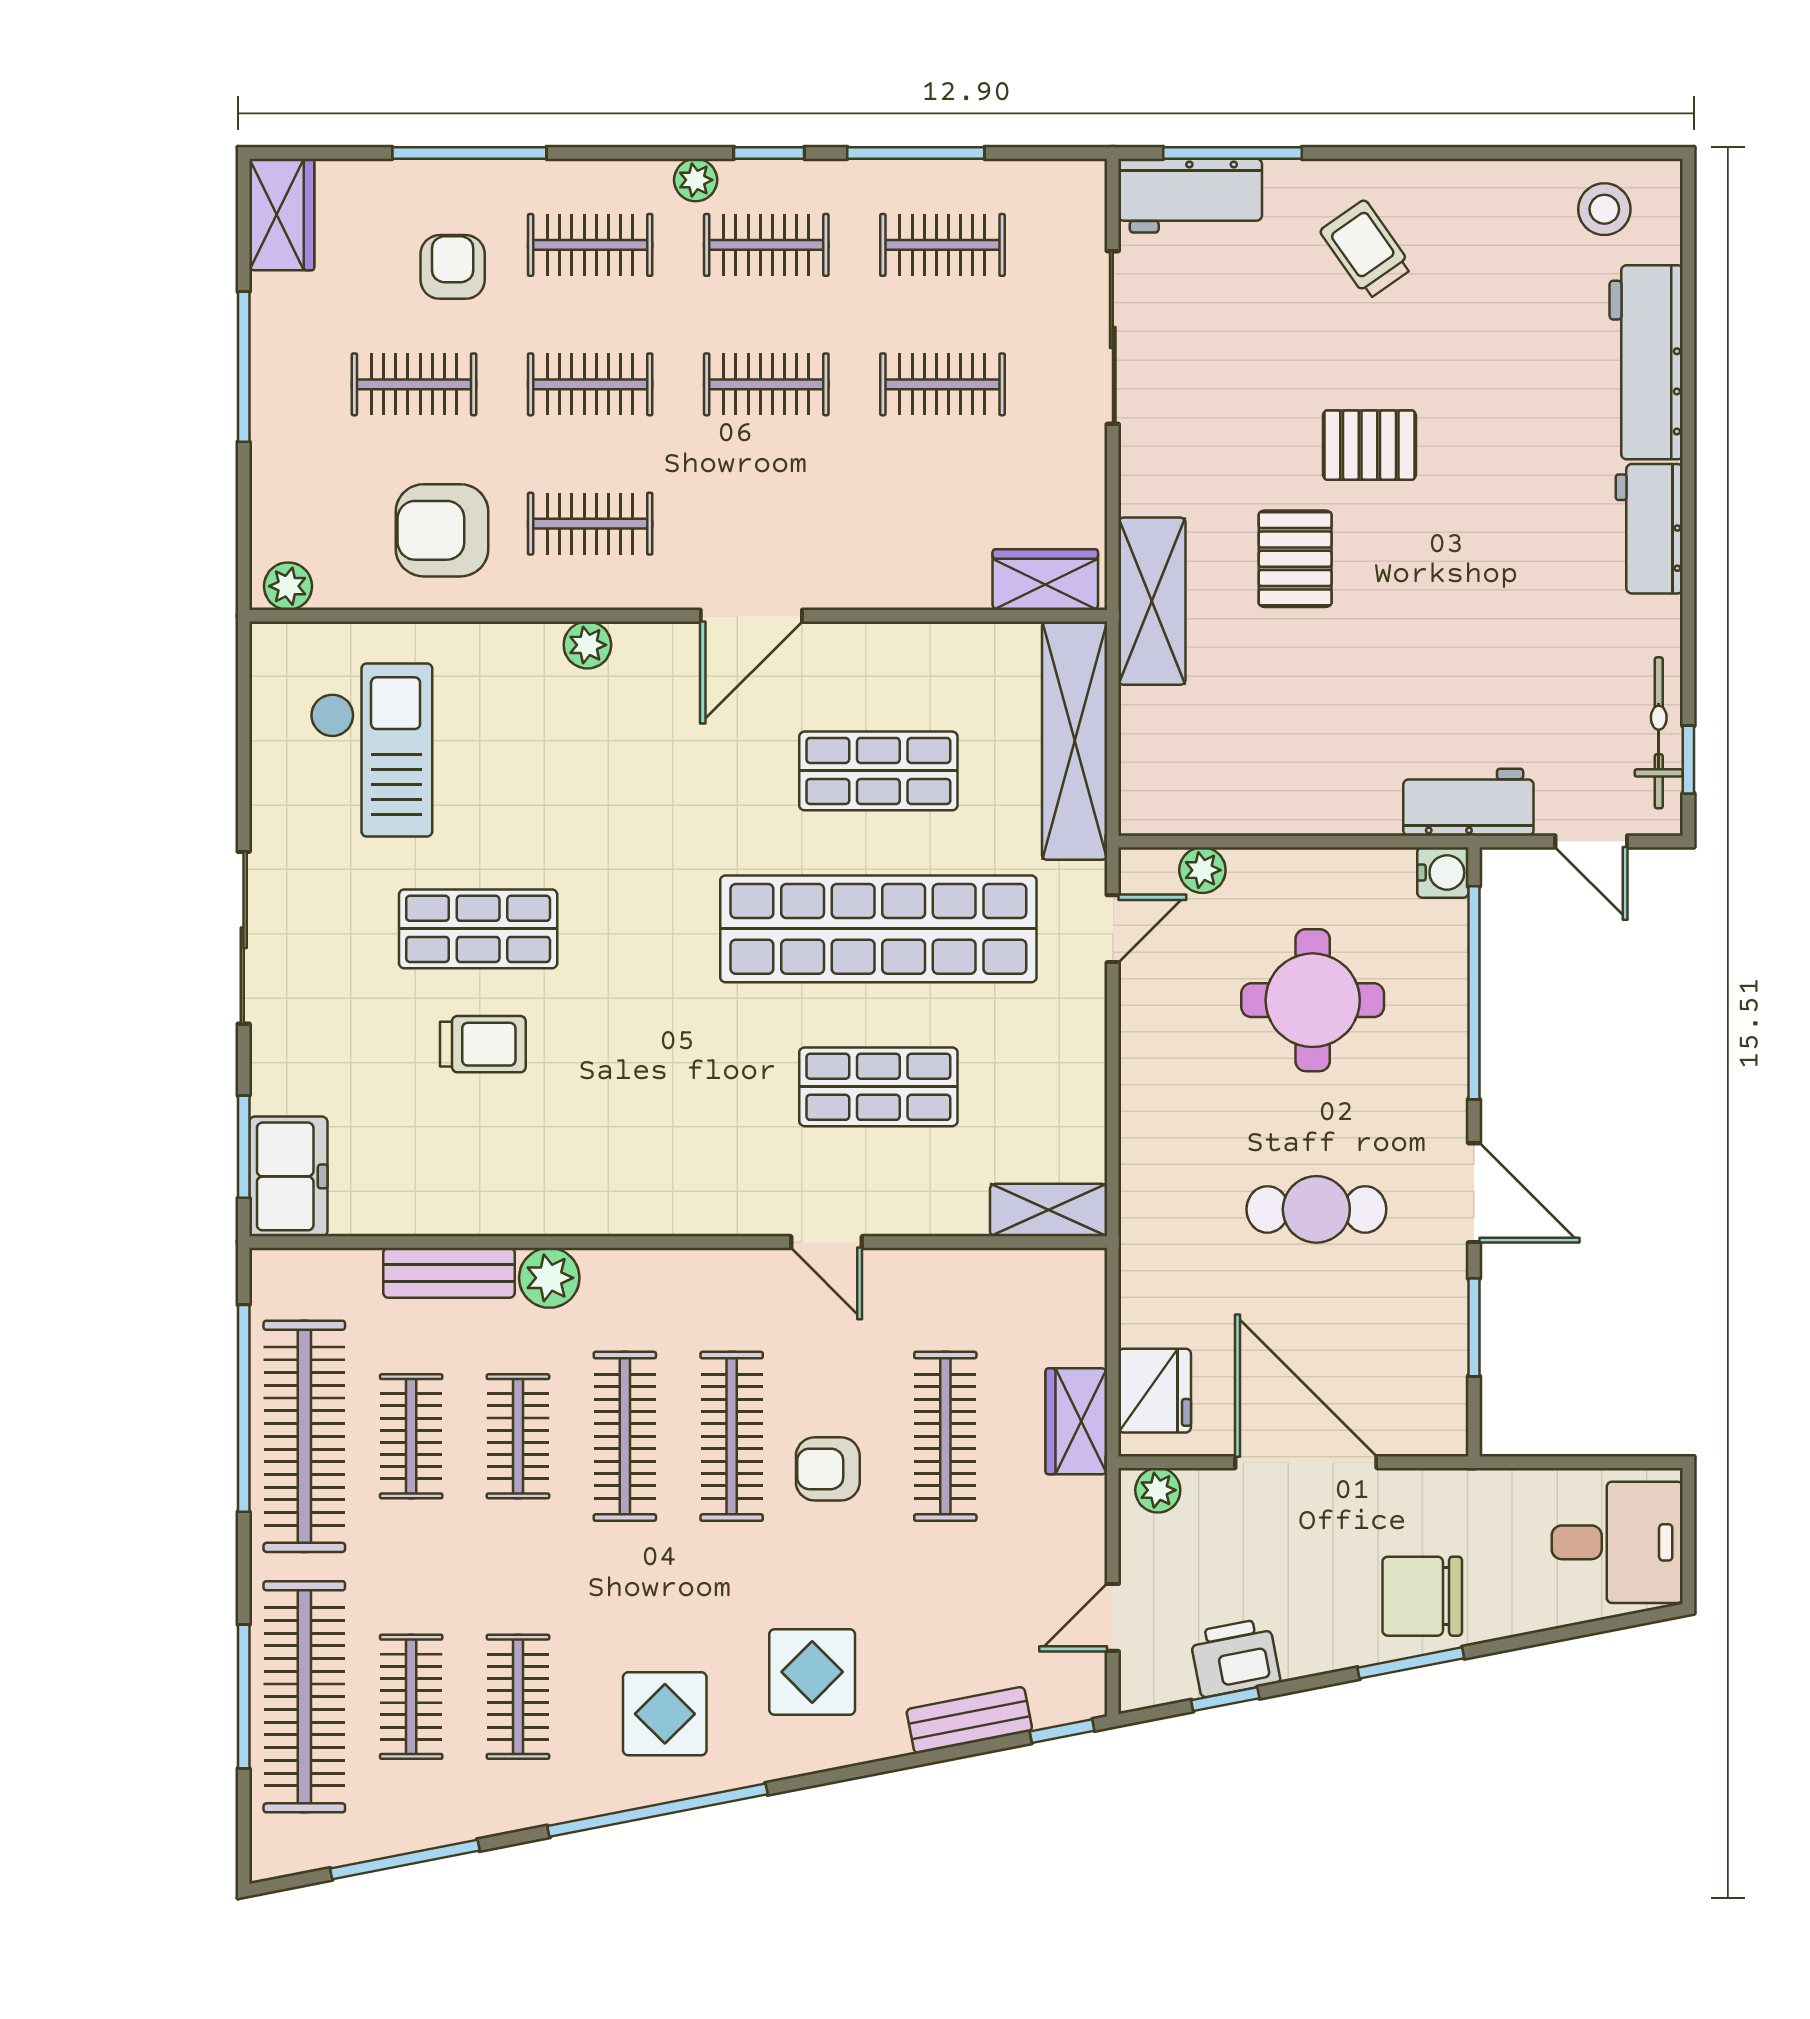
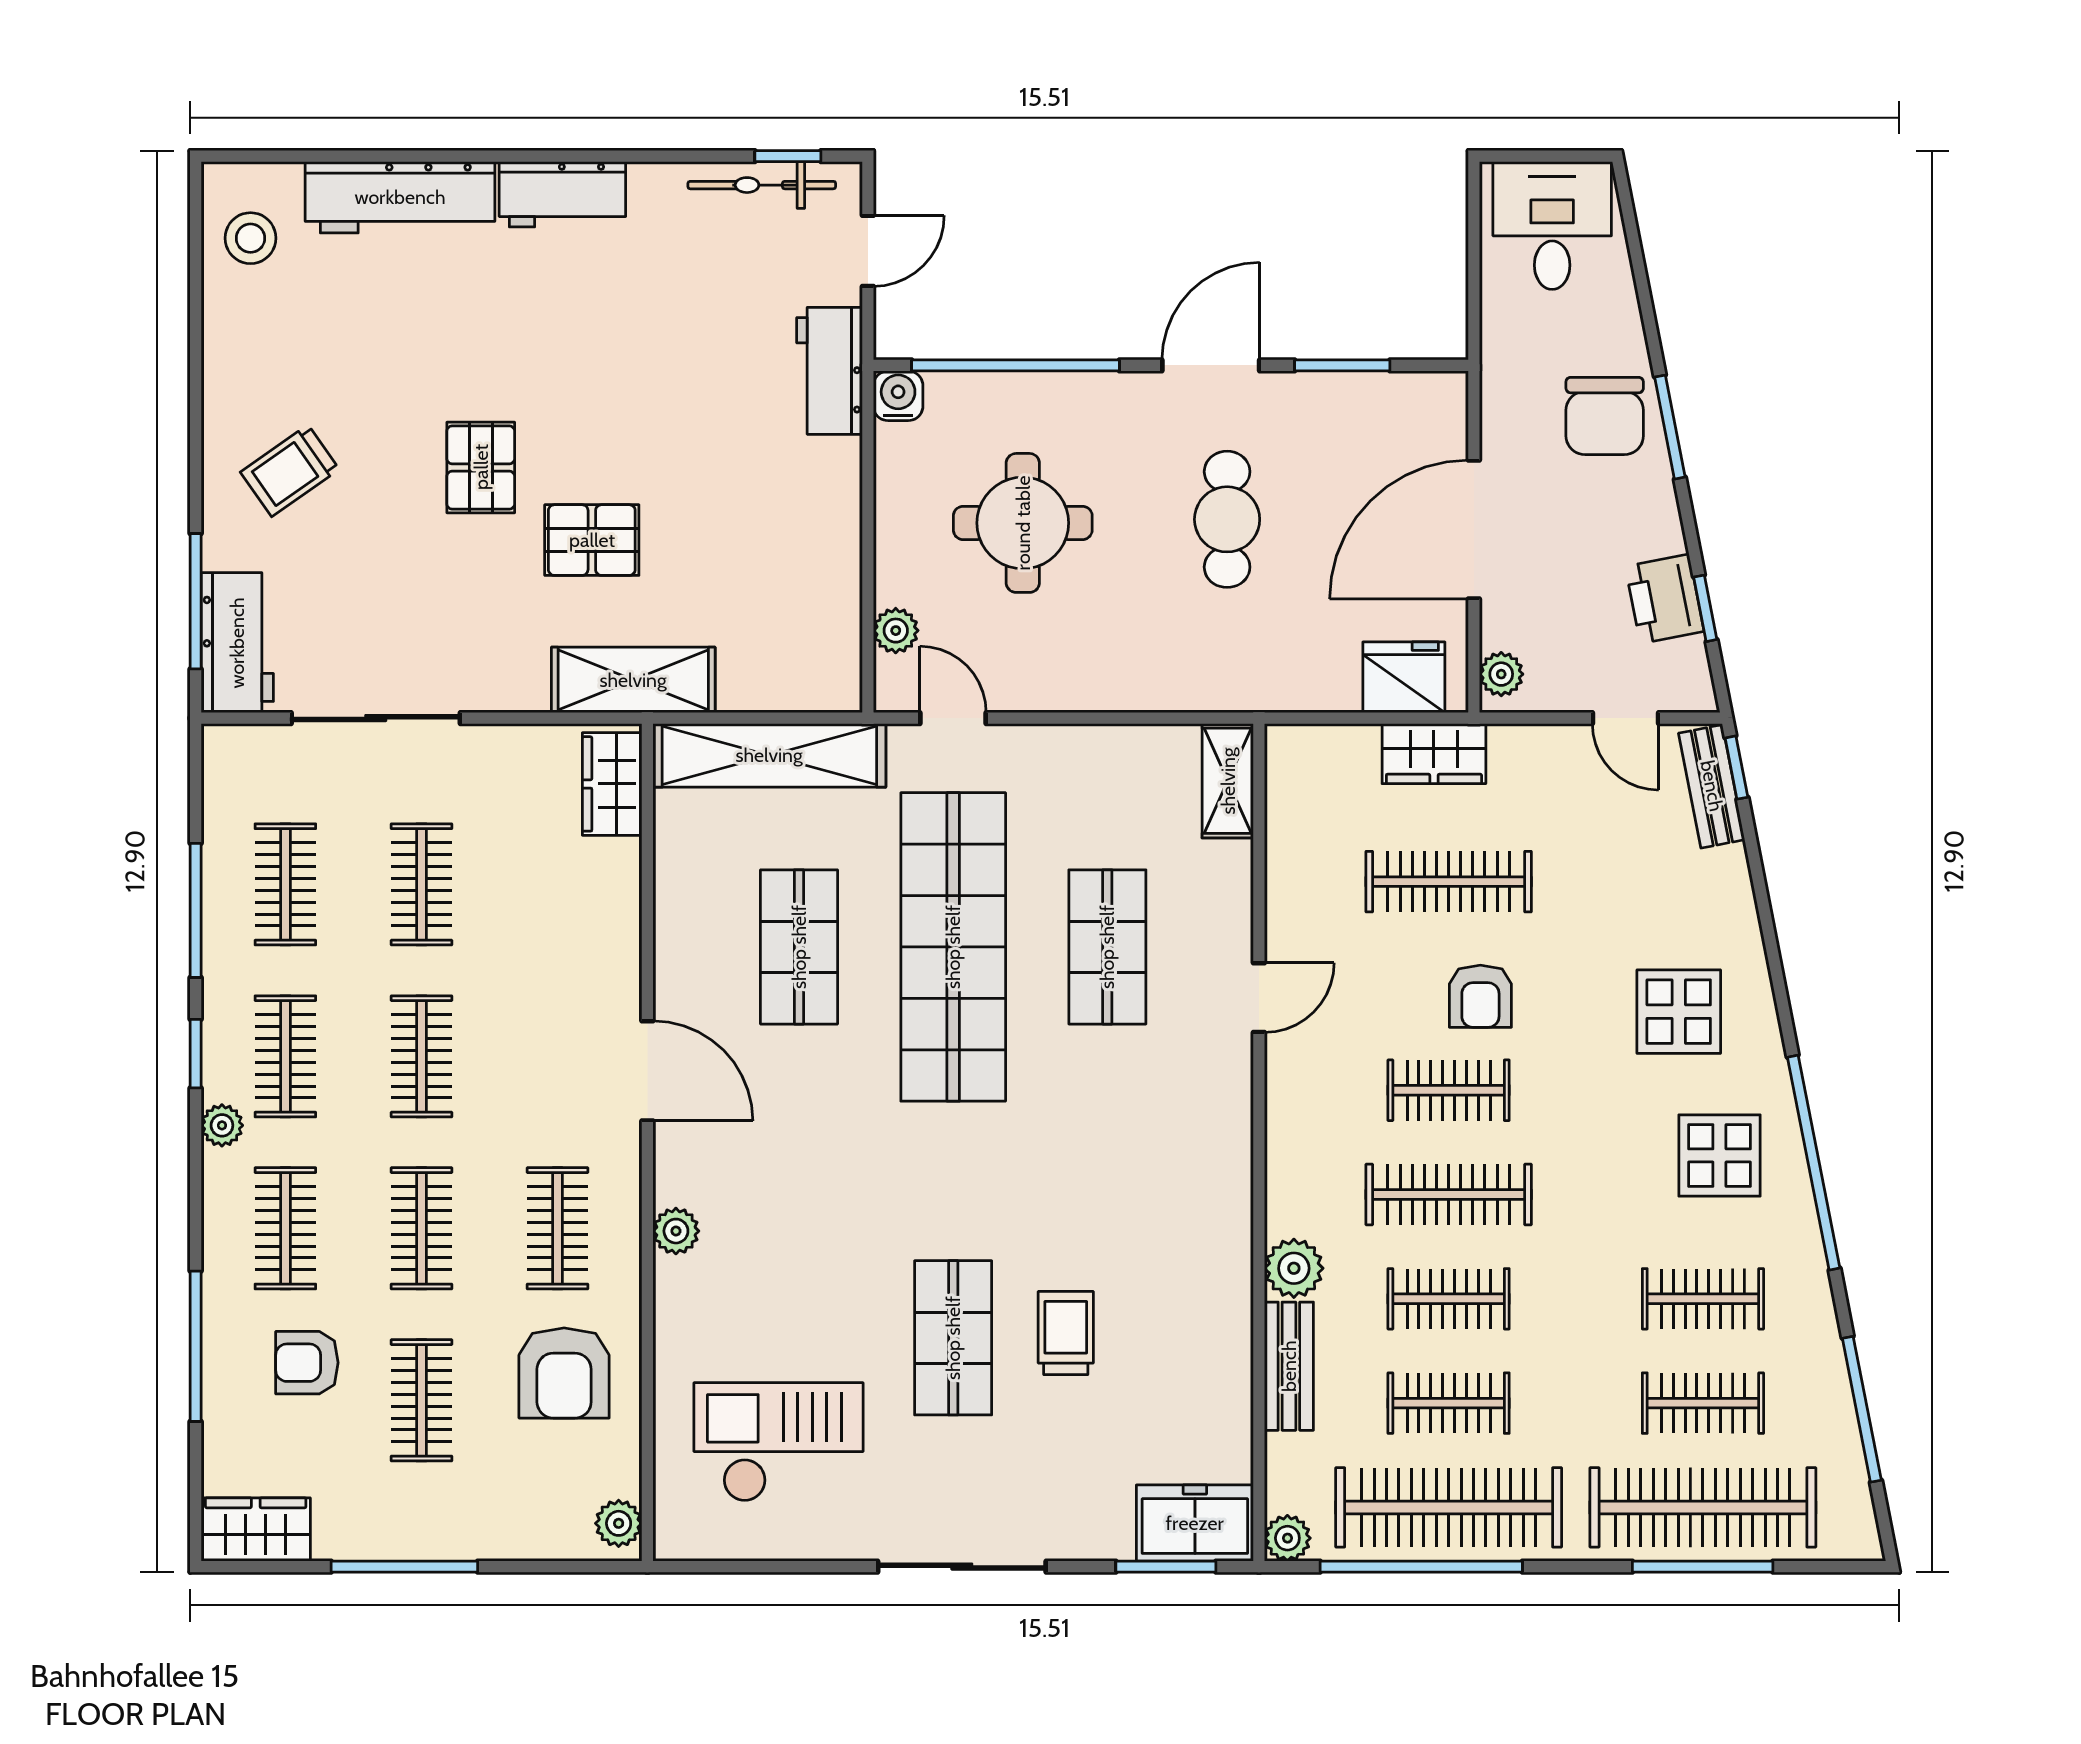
plant: (273, 1271) -> (1287, 1538), added
clothes rail: (732, 1436) -> (1449, 1090), width x0.73
bench: (969, 1720) -> (1712, 786), moved

